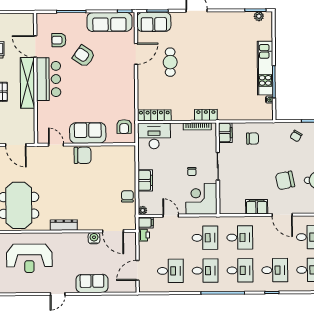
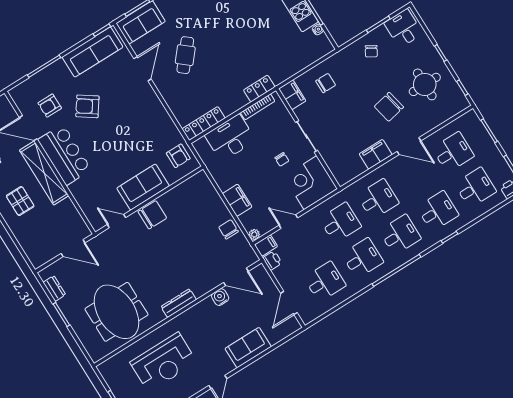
cafe table: (170, 62) -> (185, 55), turned 40
desk: (154, 136) -> (230, 138), moved

